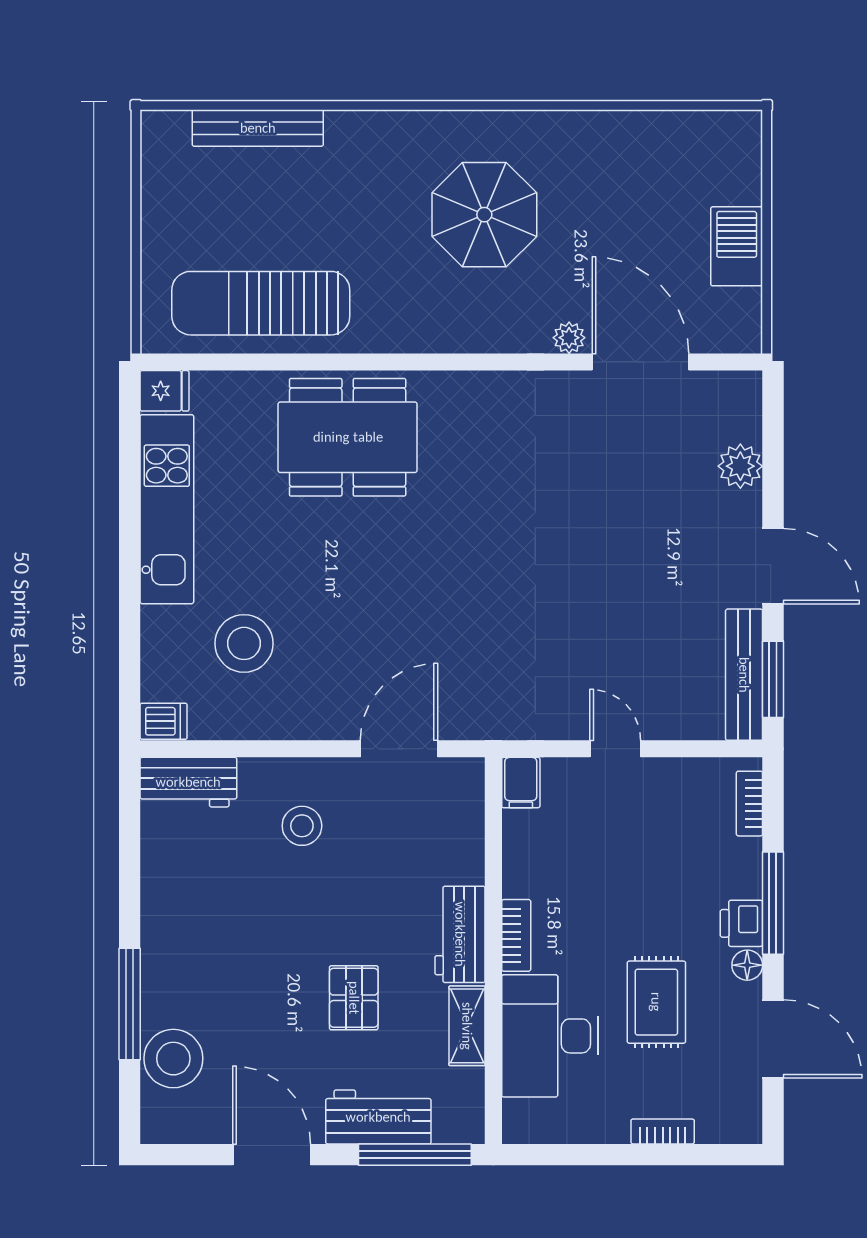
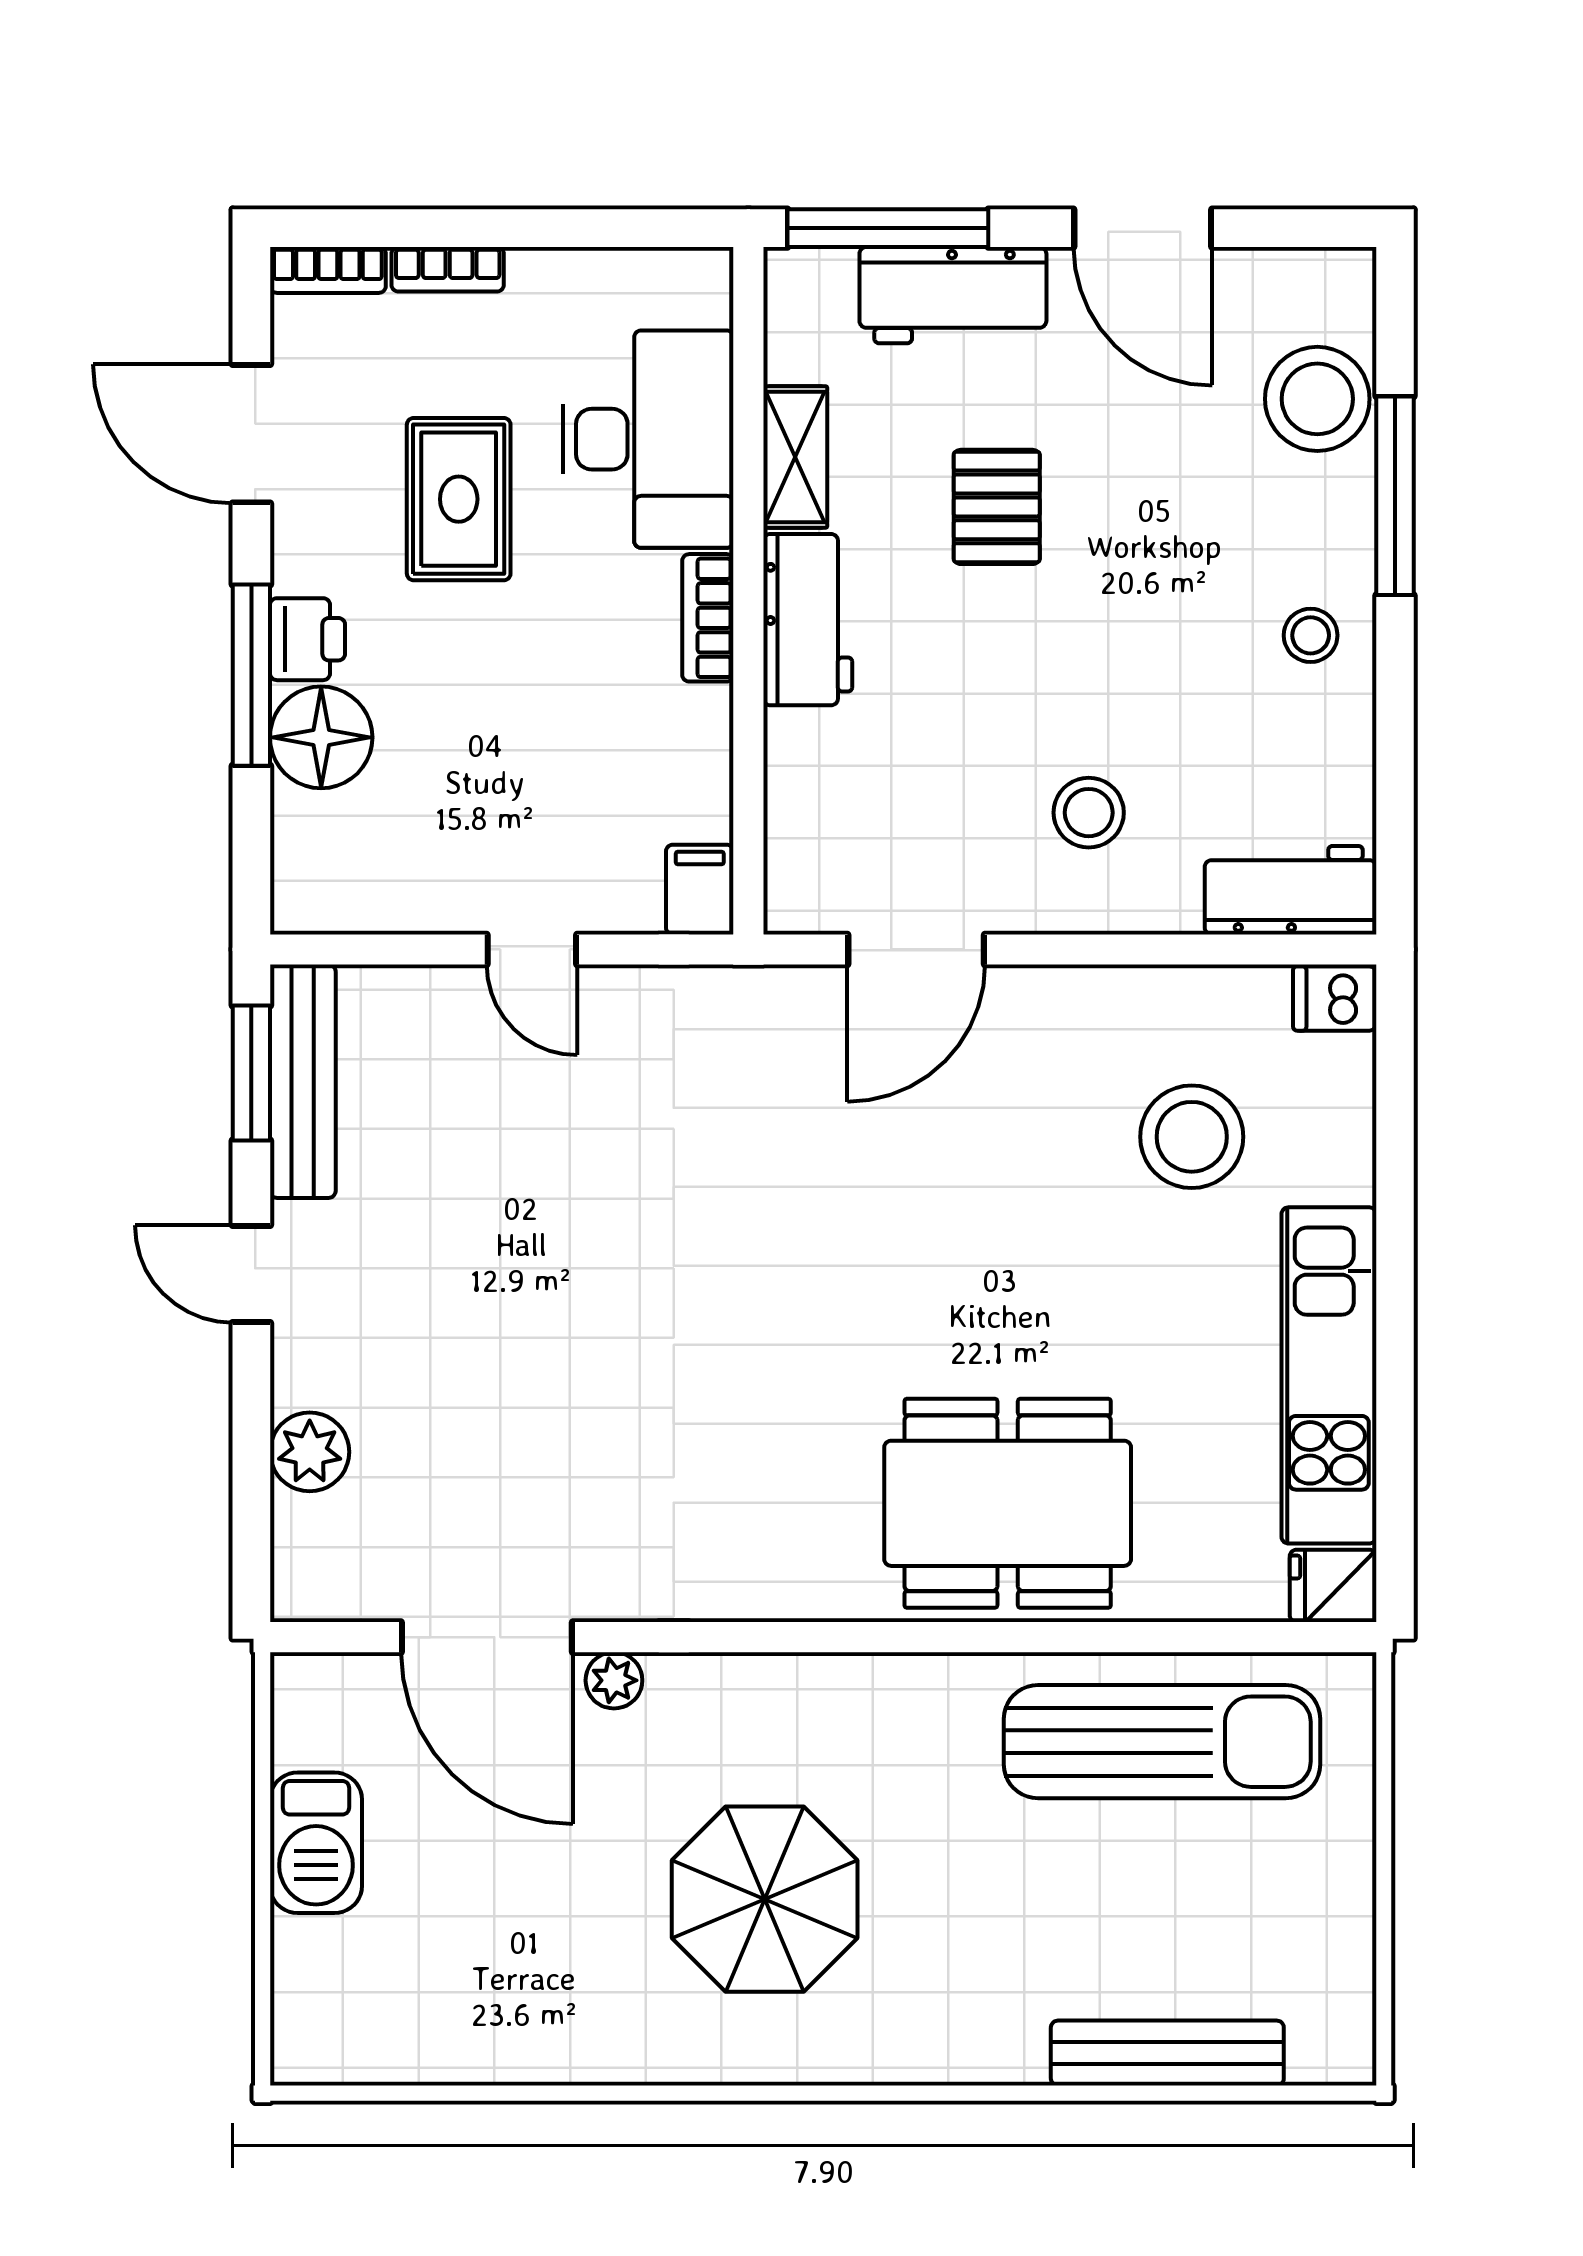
door: (773, 566) -> (251, 1274), width x0.73
bookcase: (749, 804) -> (328, 270), moved, turned 90
stool: (177, 926) -> (1311, 635), added
floor lamp: (747, 965) -> (321, 737), moved, width x1.89, depth x1.89

